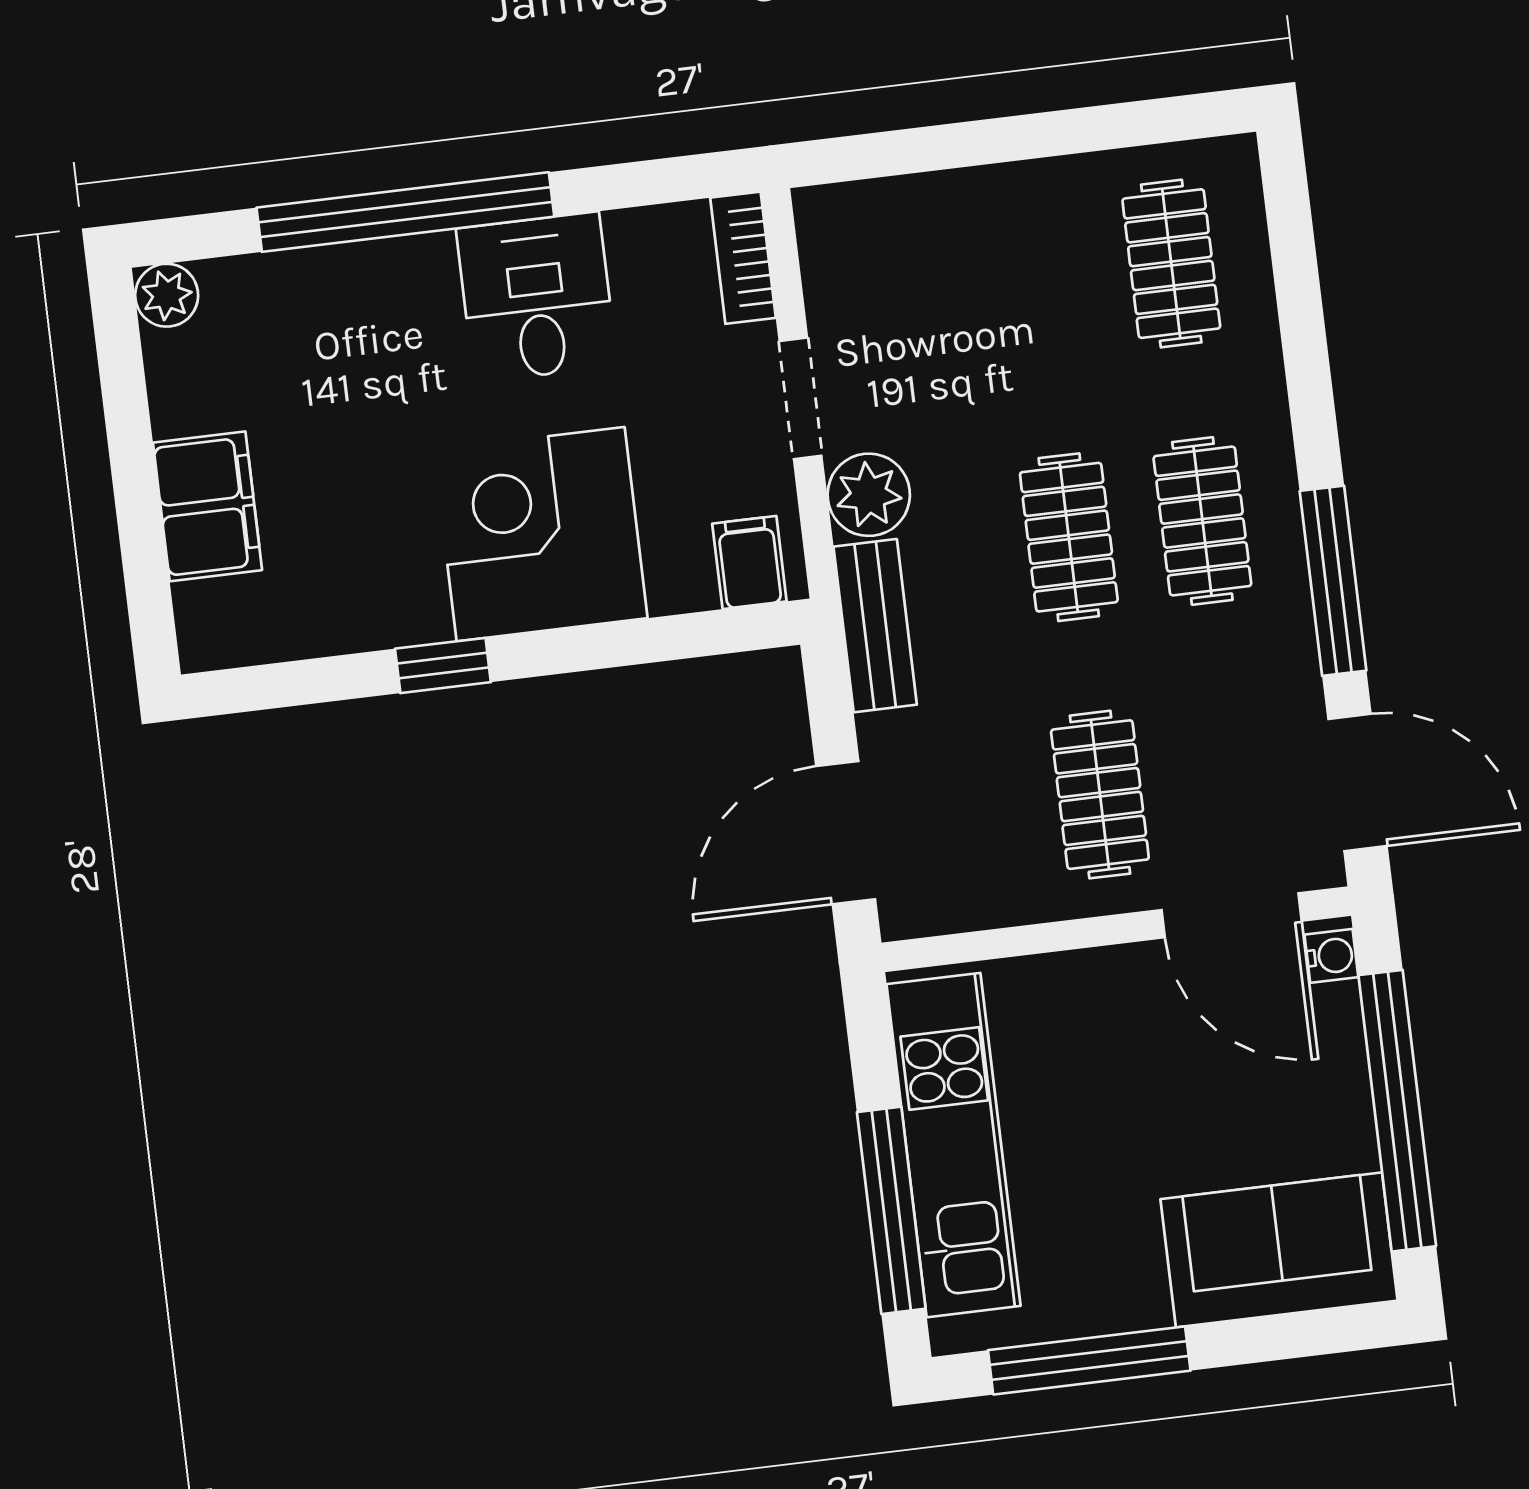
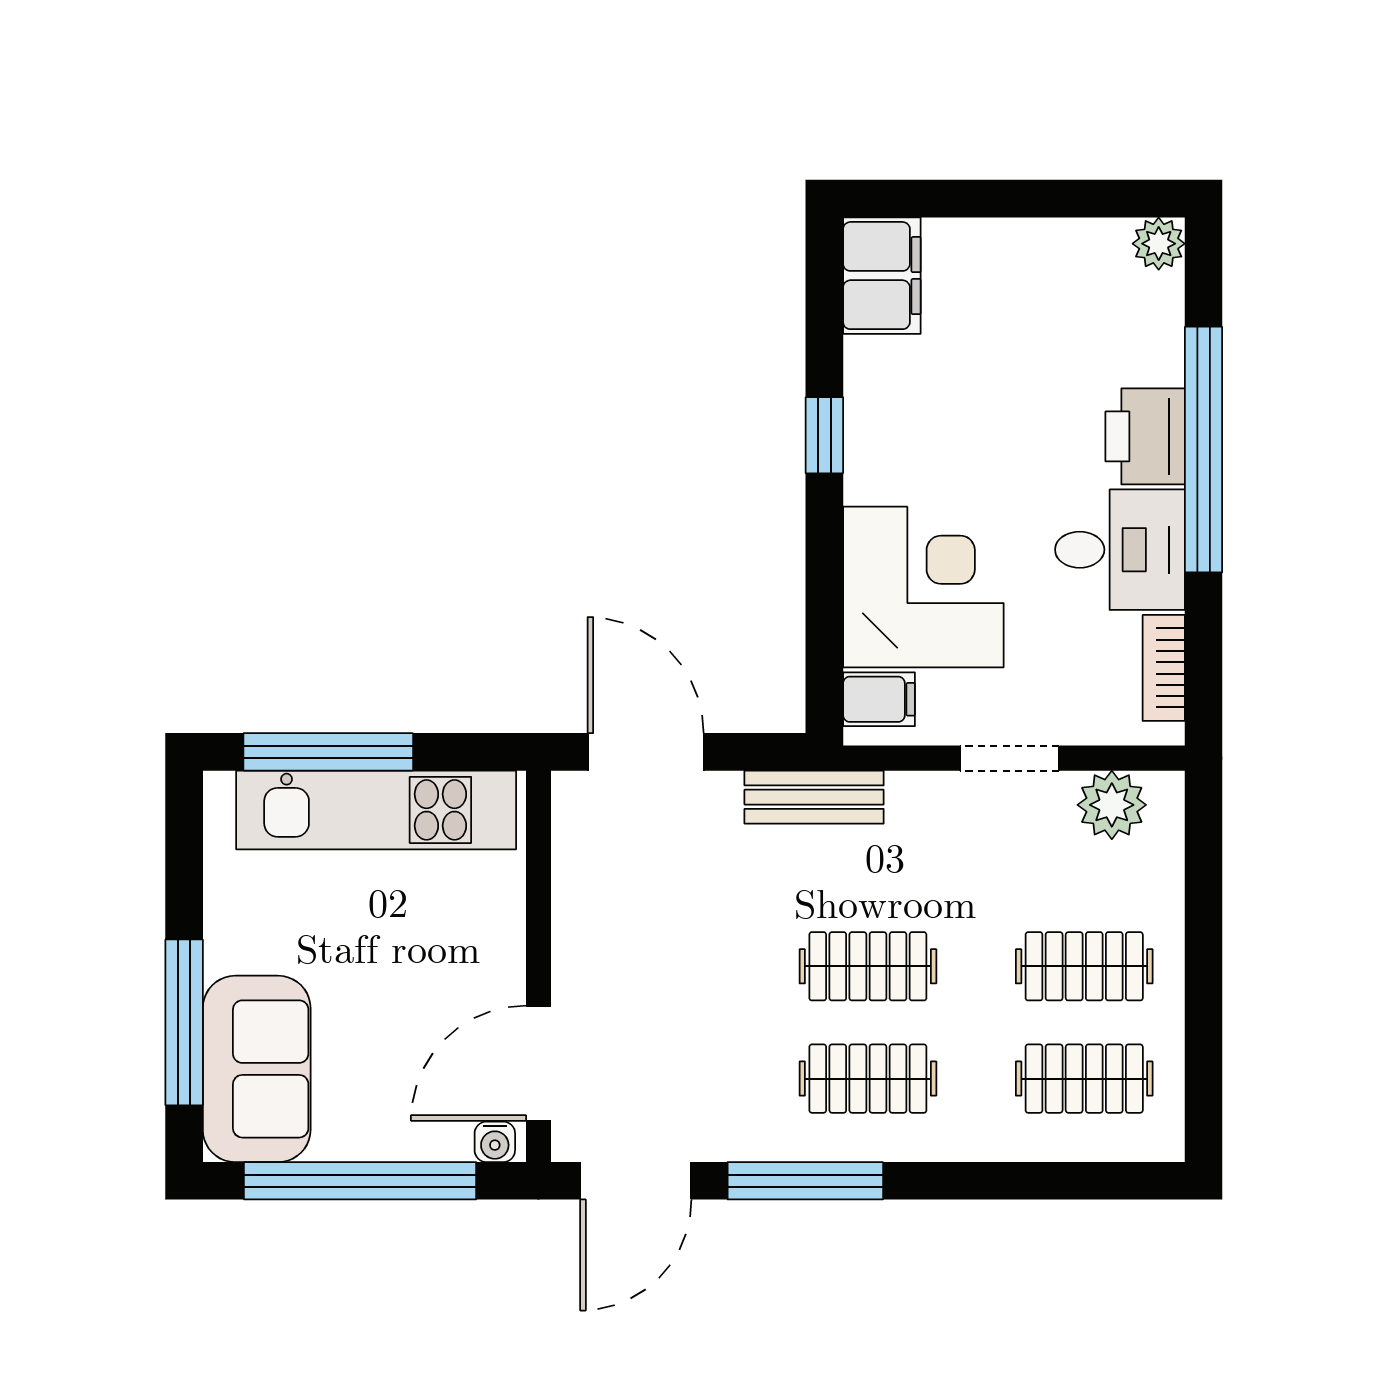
bookcase: (743, 258) -> (1164, 668), moved, turned -90
printer: (398, 283) -> (1145, 436), added
plant: (869, 495) -> (1112, 805), moved
filing cabinet: (207, 506) -> (882, 276), moved, turned -90
corner desk: (541, 534) -> (923, 587), moved
clothes rail: (1100, 795) -> (1084, 966), moved
window: (1089, 1360) -> (184, 1022), moved

